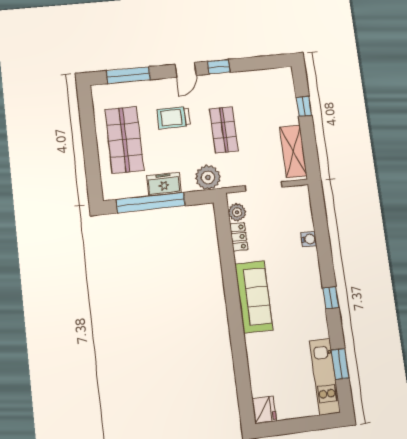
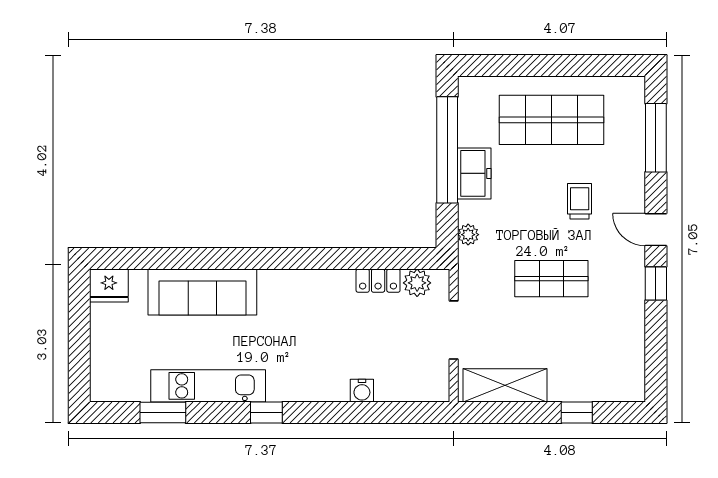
trolley: (174, 118) -> (580, 201), width x0.73, depth x0.72
plant: (208, 177) -> (468, 235), width x0.53, depth x0.53
sofa: (254, 297) -> (202, 292), moved
kitchen unit: (325, 377) -> (208, 386), moved

